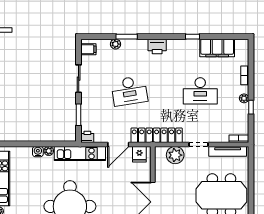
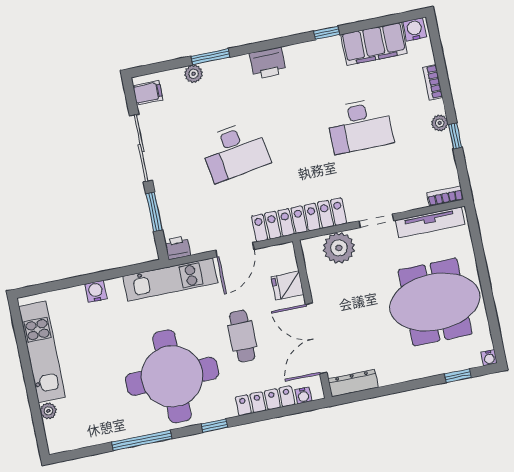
water cooler: (241, 45) -> (415, 29), added
sliding door: (79, 79) -> (141, 148), width x1.37
plant: (49, 151) -> (115, 286), removed
fridge: (139, 154) -> (288, 286), moved, turned 90
cafe table: (113, 192) -> (242, 336), added

